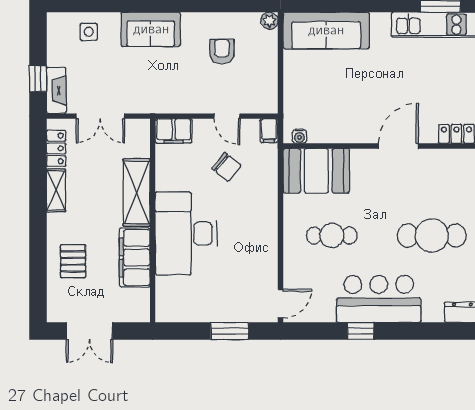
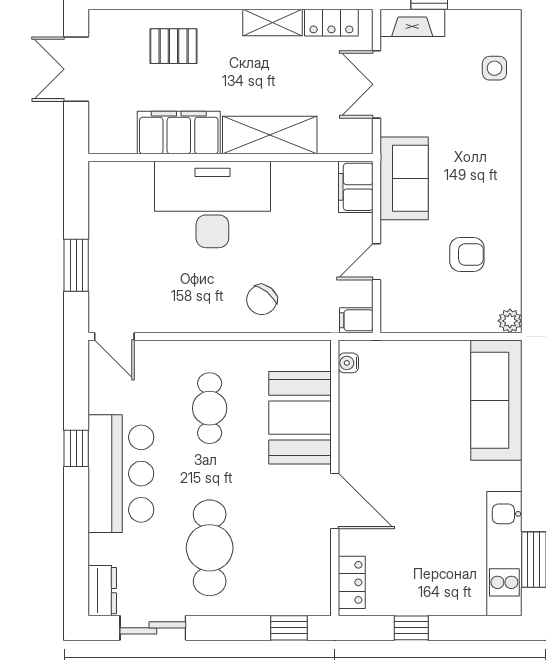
sofa: (151, 29) -> (404, 178), moved, turned 180
chair: (227, 167) -> (262, 300), moved
booth: (316, 171) -> (300, 418), moved

